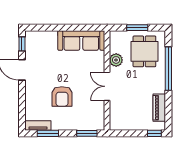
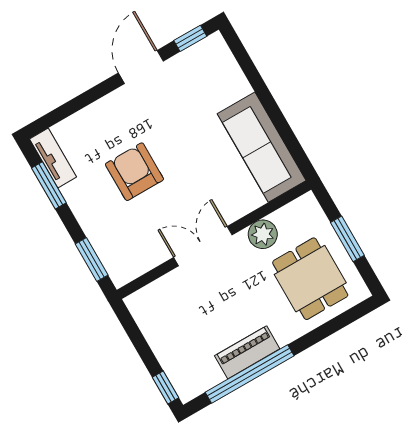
dining table: (144, 51) -> (310, 279), turned 90
window: (168, 69) -> (250, 374), moved
armchair: (62, 96) -> (134, 172), turned 90
piano: (159, 108) -> (247, 352), moved

